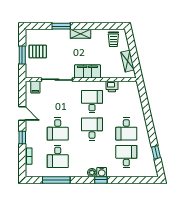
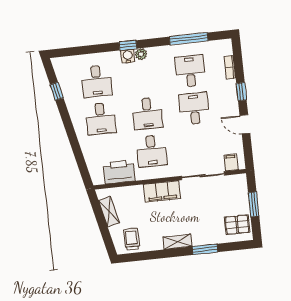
pallet: (38, 51) -> (237, 225), moved
printer: (112, 86) -> (119, 172), width x1.87, depth x1.48
desk: (126, 129) -> (101, 119), turned 180

